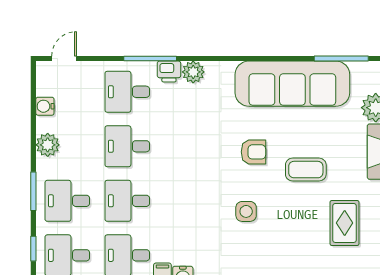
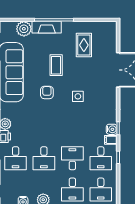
desk: (127, 201) -> (72, 158), turned 180
rug: (345, 223) -> (84, 45), turned 90

